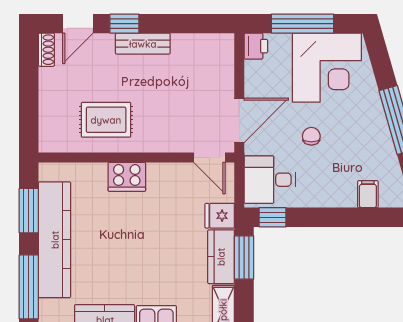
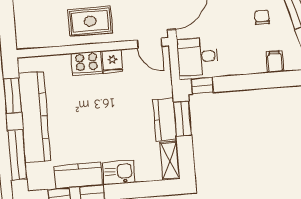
rug: (106, 120) -> (90, 21), moved
chair: (311, 136) -> (262, 17), moved
fridge: (220, 216) -> (112, 61), moved, turned -90

